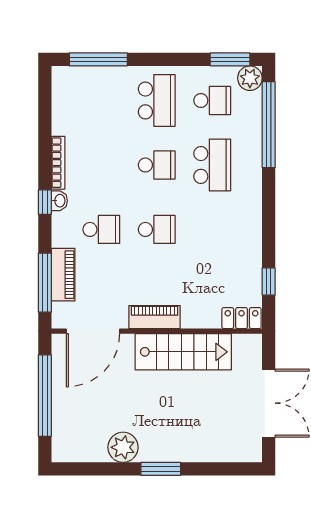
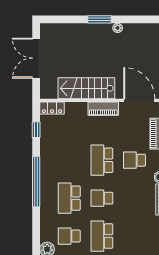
window: (269, 125) -> (36, 182), moved
school desk: (157, 229) -> (102, 160), width x1.85
door: (93, 331) -> (139, 100), hinge flipped
plant: (123, 447) -> (118, 28), width x0.53, depth x0.53

